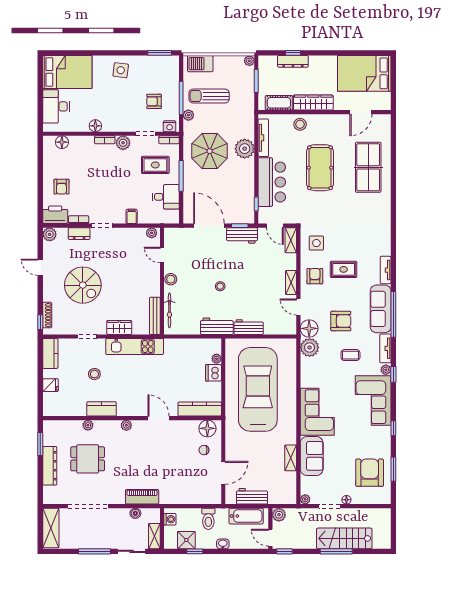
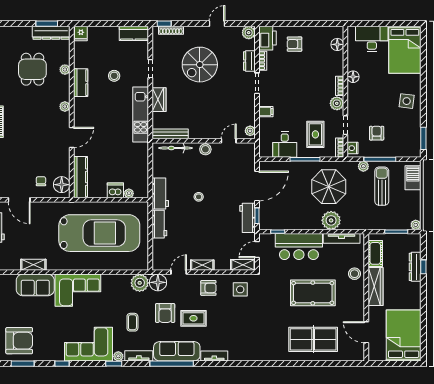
rug: (344, 269) -> (193, 318), moved, turned 90
fridge: (51, 385) -> (81, 33), moved
dresser: (50, 466) -> (51, 33), moved

